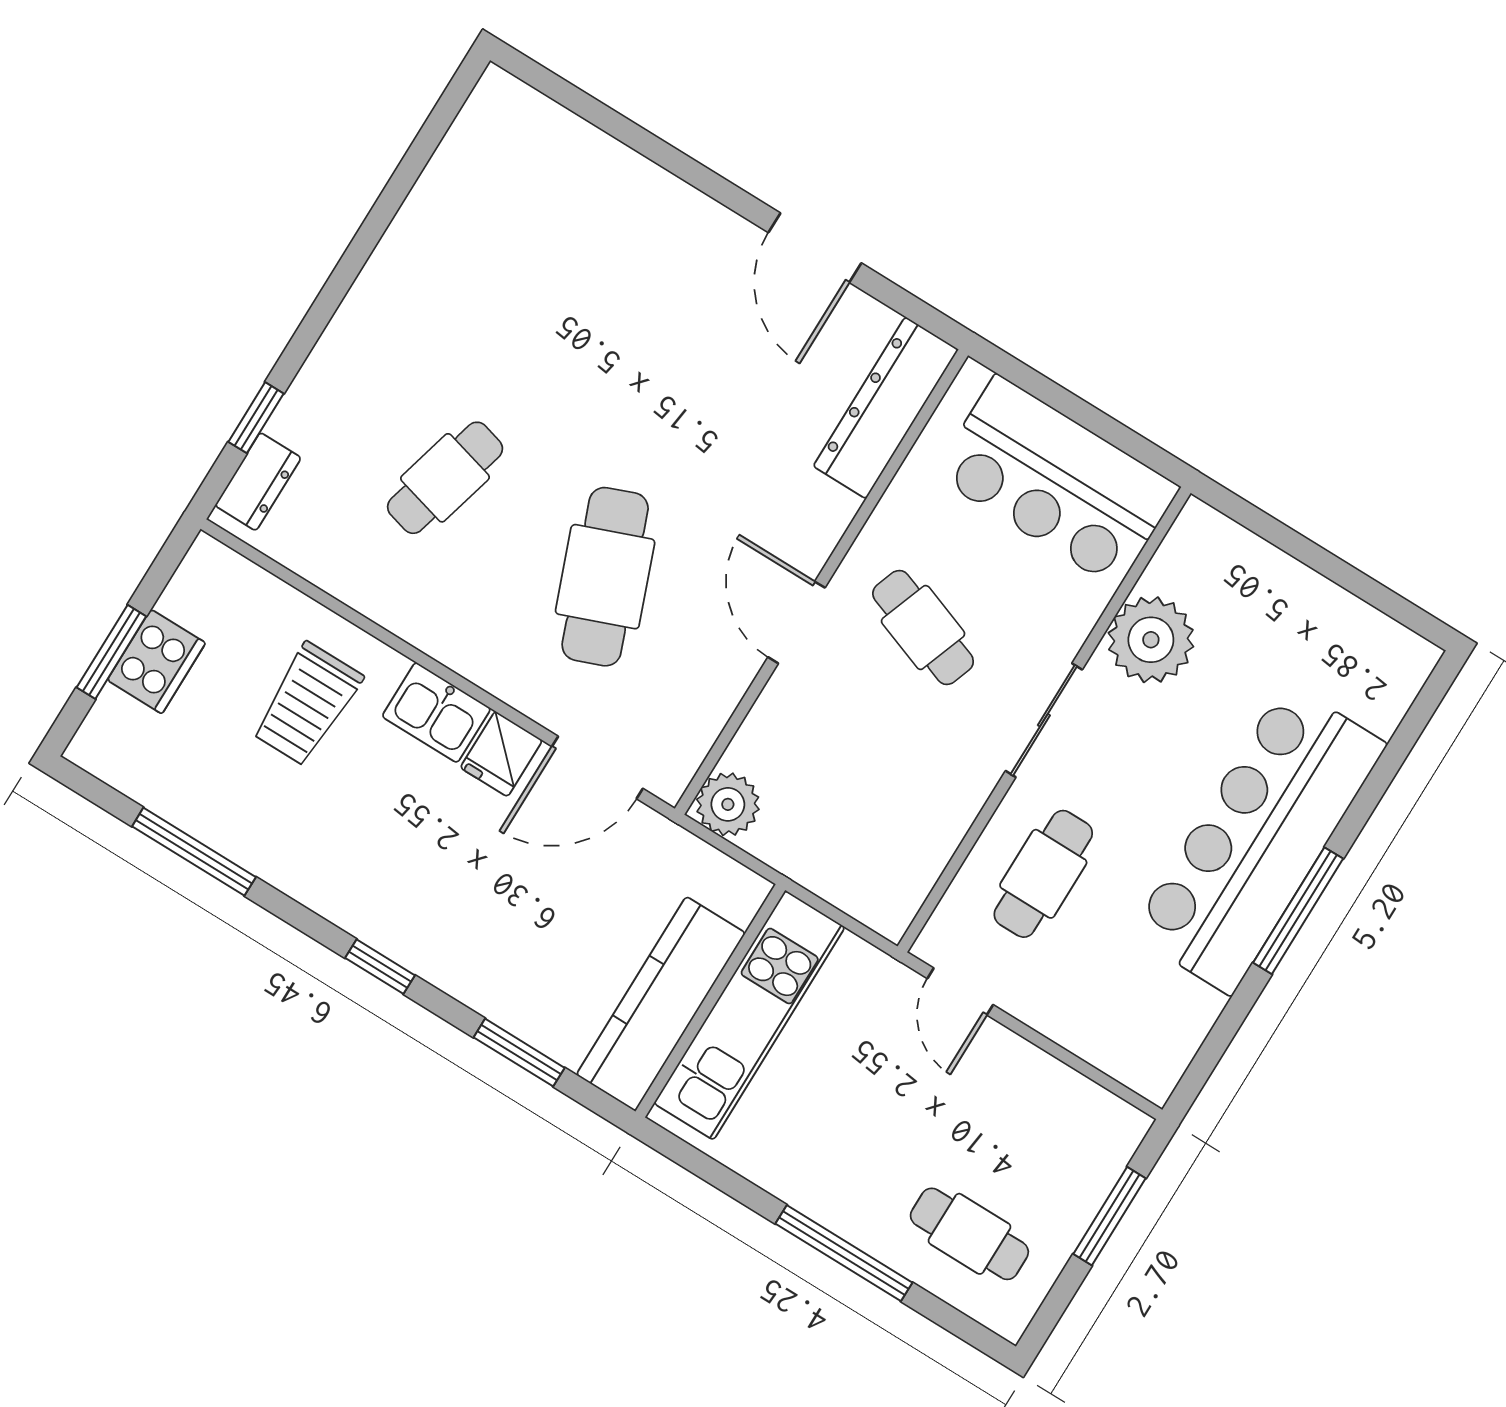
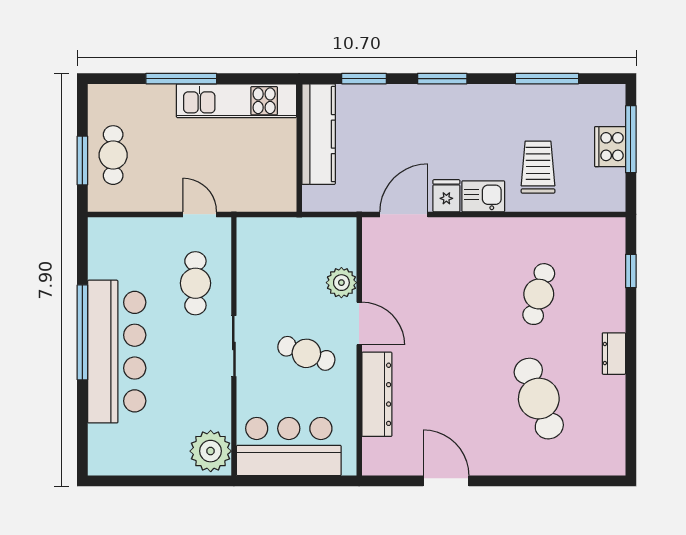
dresser: (886, 408) -> (377, 394), moved
dresser: (258, 482) -> (614, 354), moved
cafe table: (605, 577) -> (539, 399), moved
plant: (1151, 640) -> (211, 451), moved
window: (111, 652) -> (631, 139), width x1.44
plant: (728, 804) -> (341, 283), moved
window: (1298, 911) -> (82, 332), width x1.46
window: (380, 967) -> (442, 79), width x1.50
kitchen unit: (749, 1015) -> (237, 101), moved, turned -90
cafe table: (969, 1234) -> (113, 155), moved, turned 90

